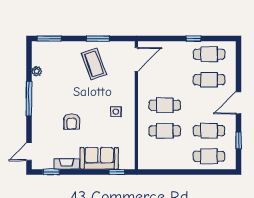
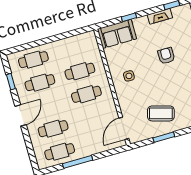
window: (194, 39) -> (78, 162), width x2.17
coffee table: (94, 64) -> (161, 113), turned -54
sofa: (99, 158) -> (117, 34), moved
window: (117, 172) -> (129, 17), moved

